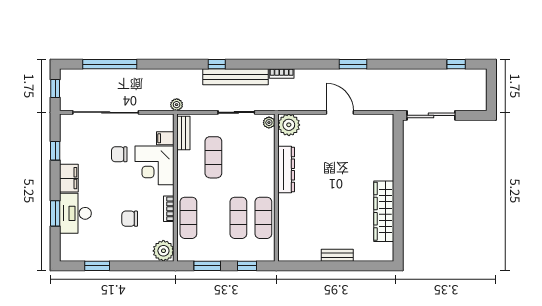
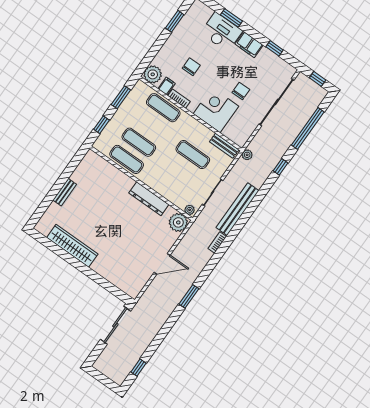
window: (217, 64) -> (280, 167), moved
filing cabinet: (165, 138) -> (167, 86), moved

